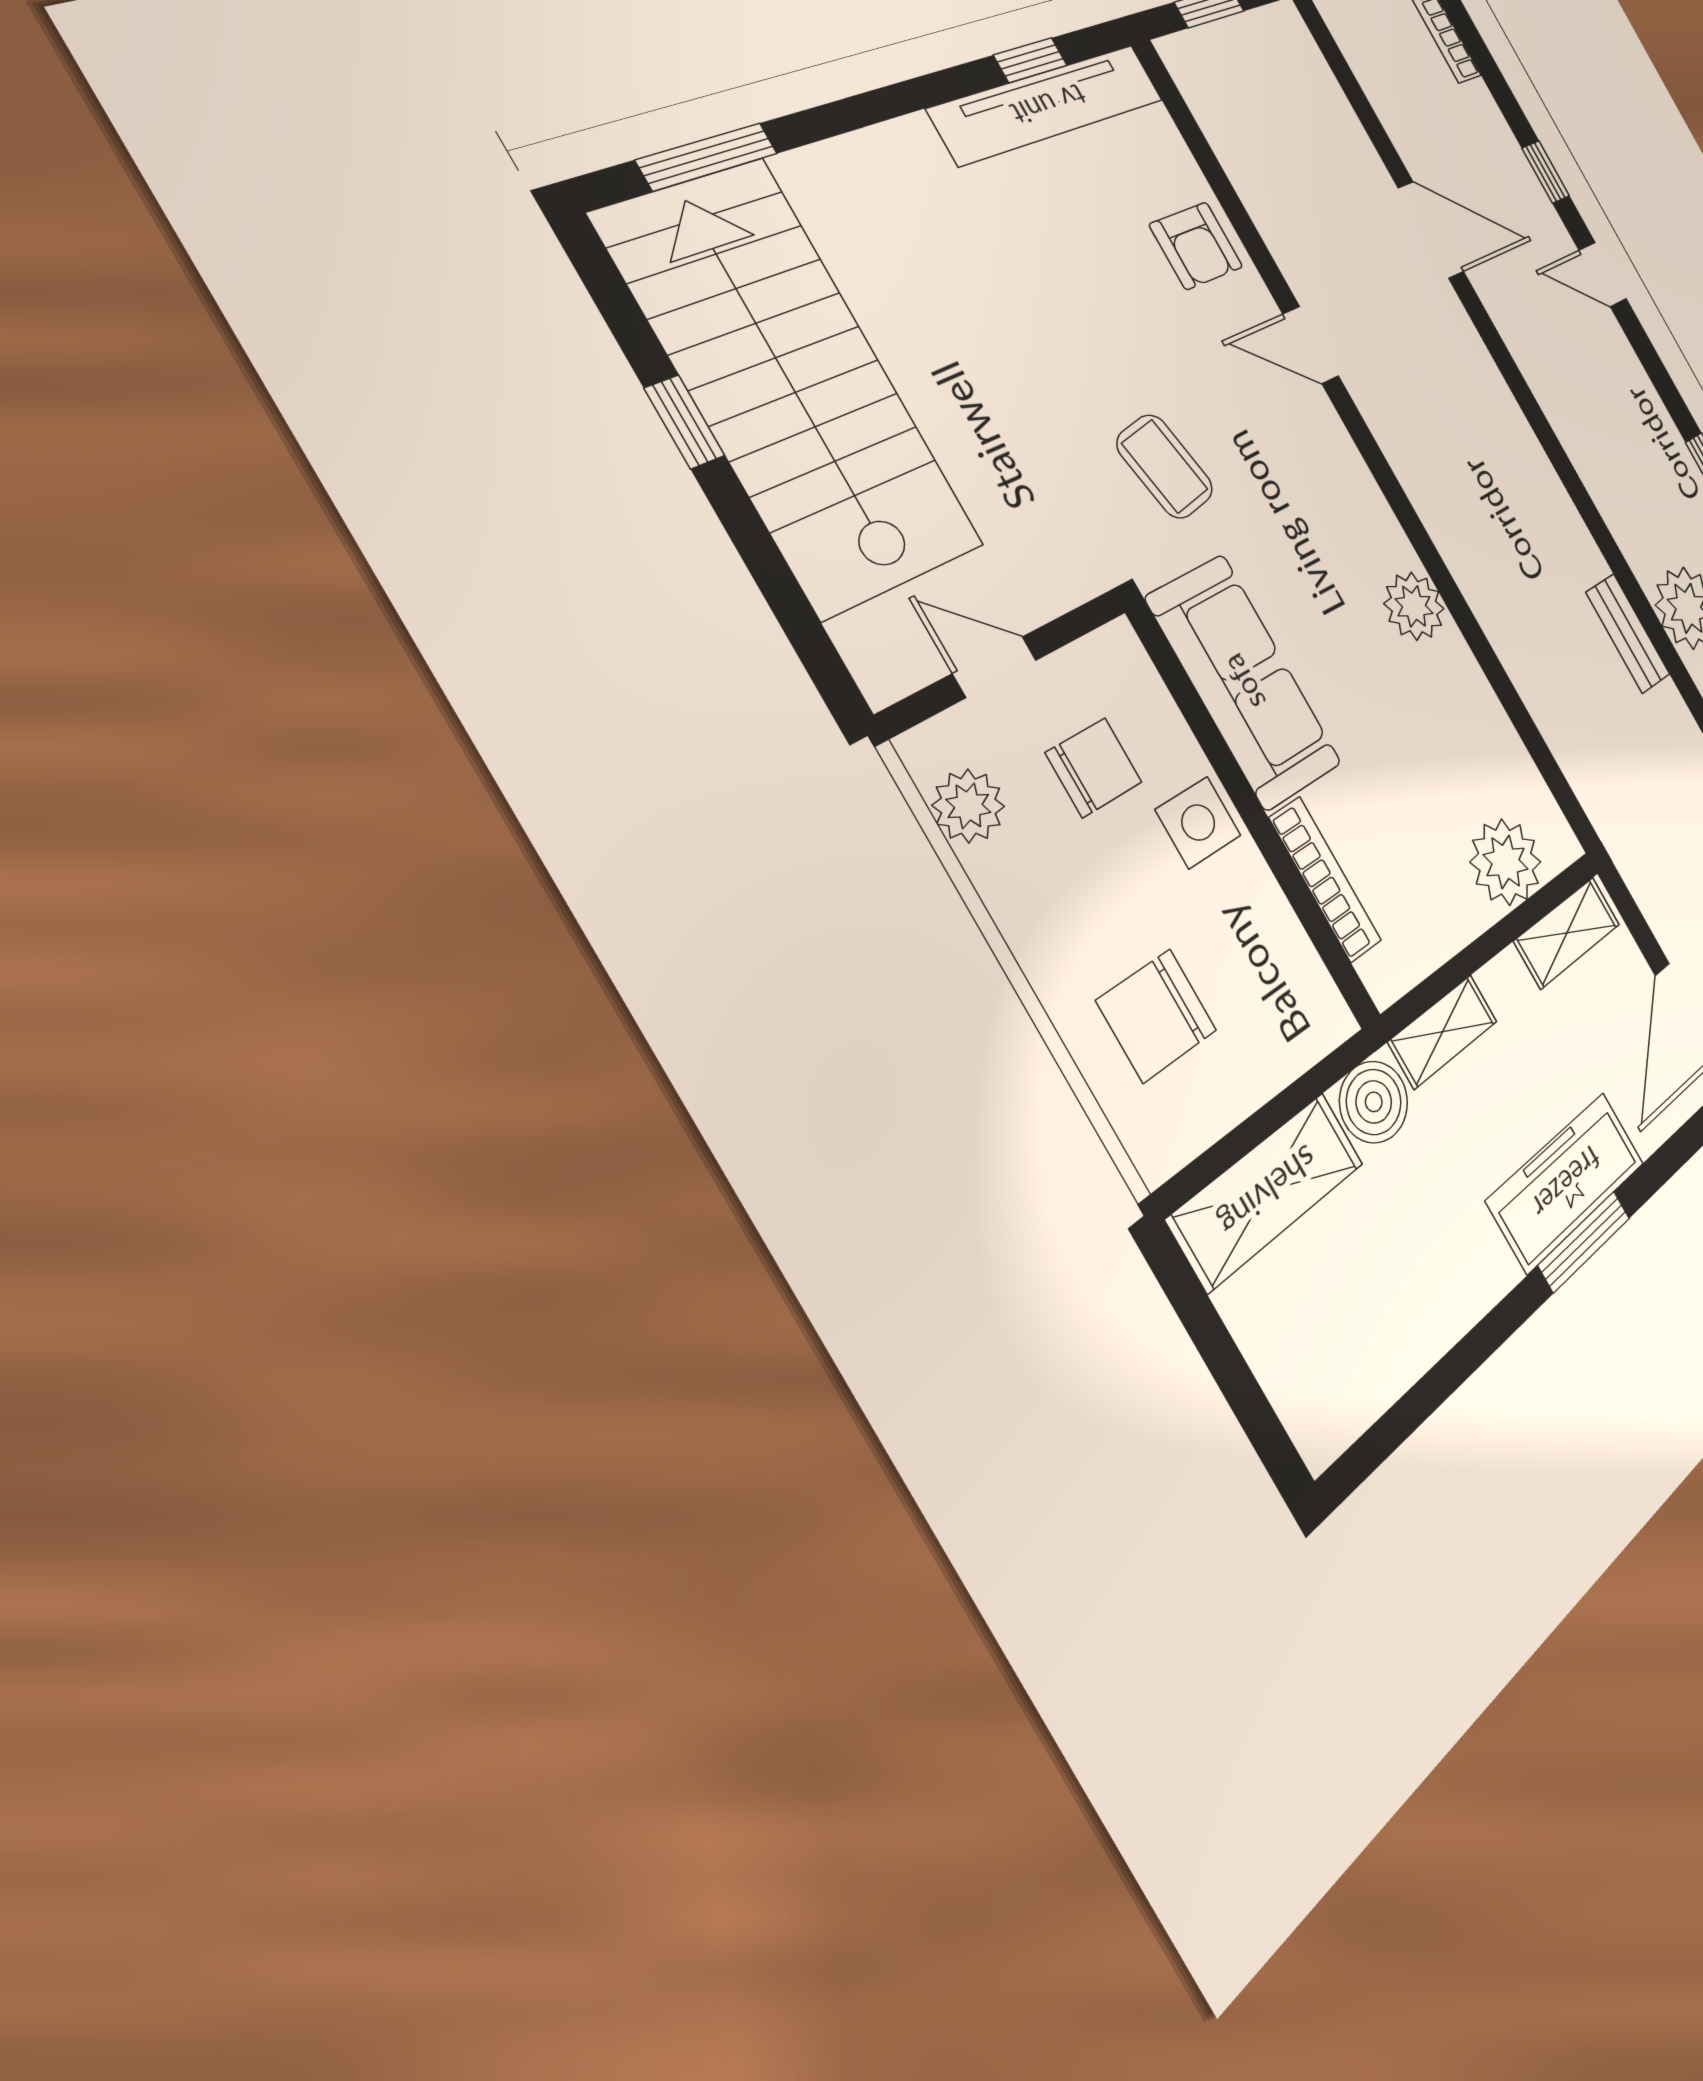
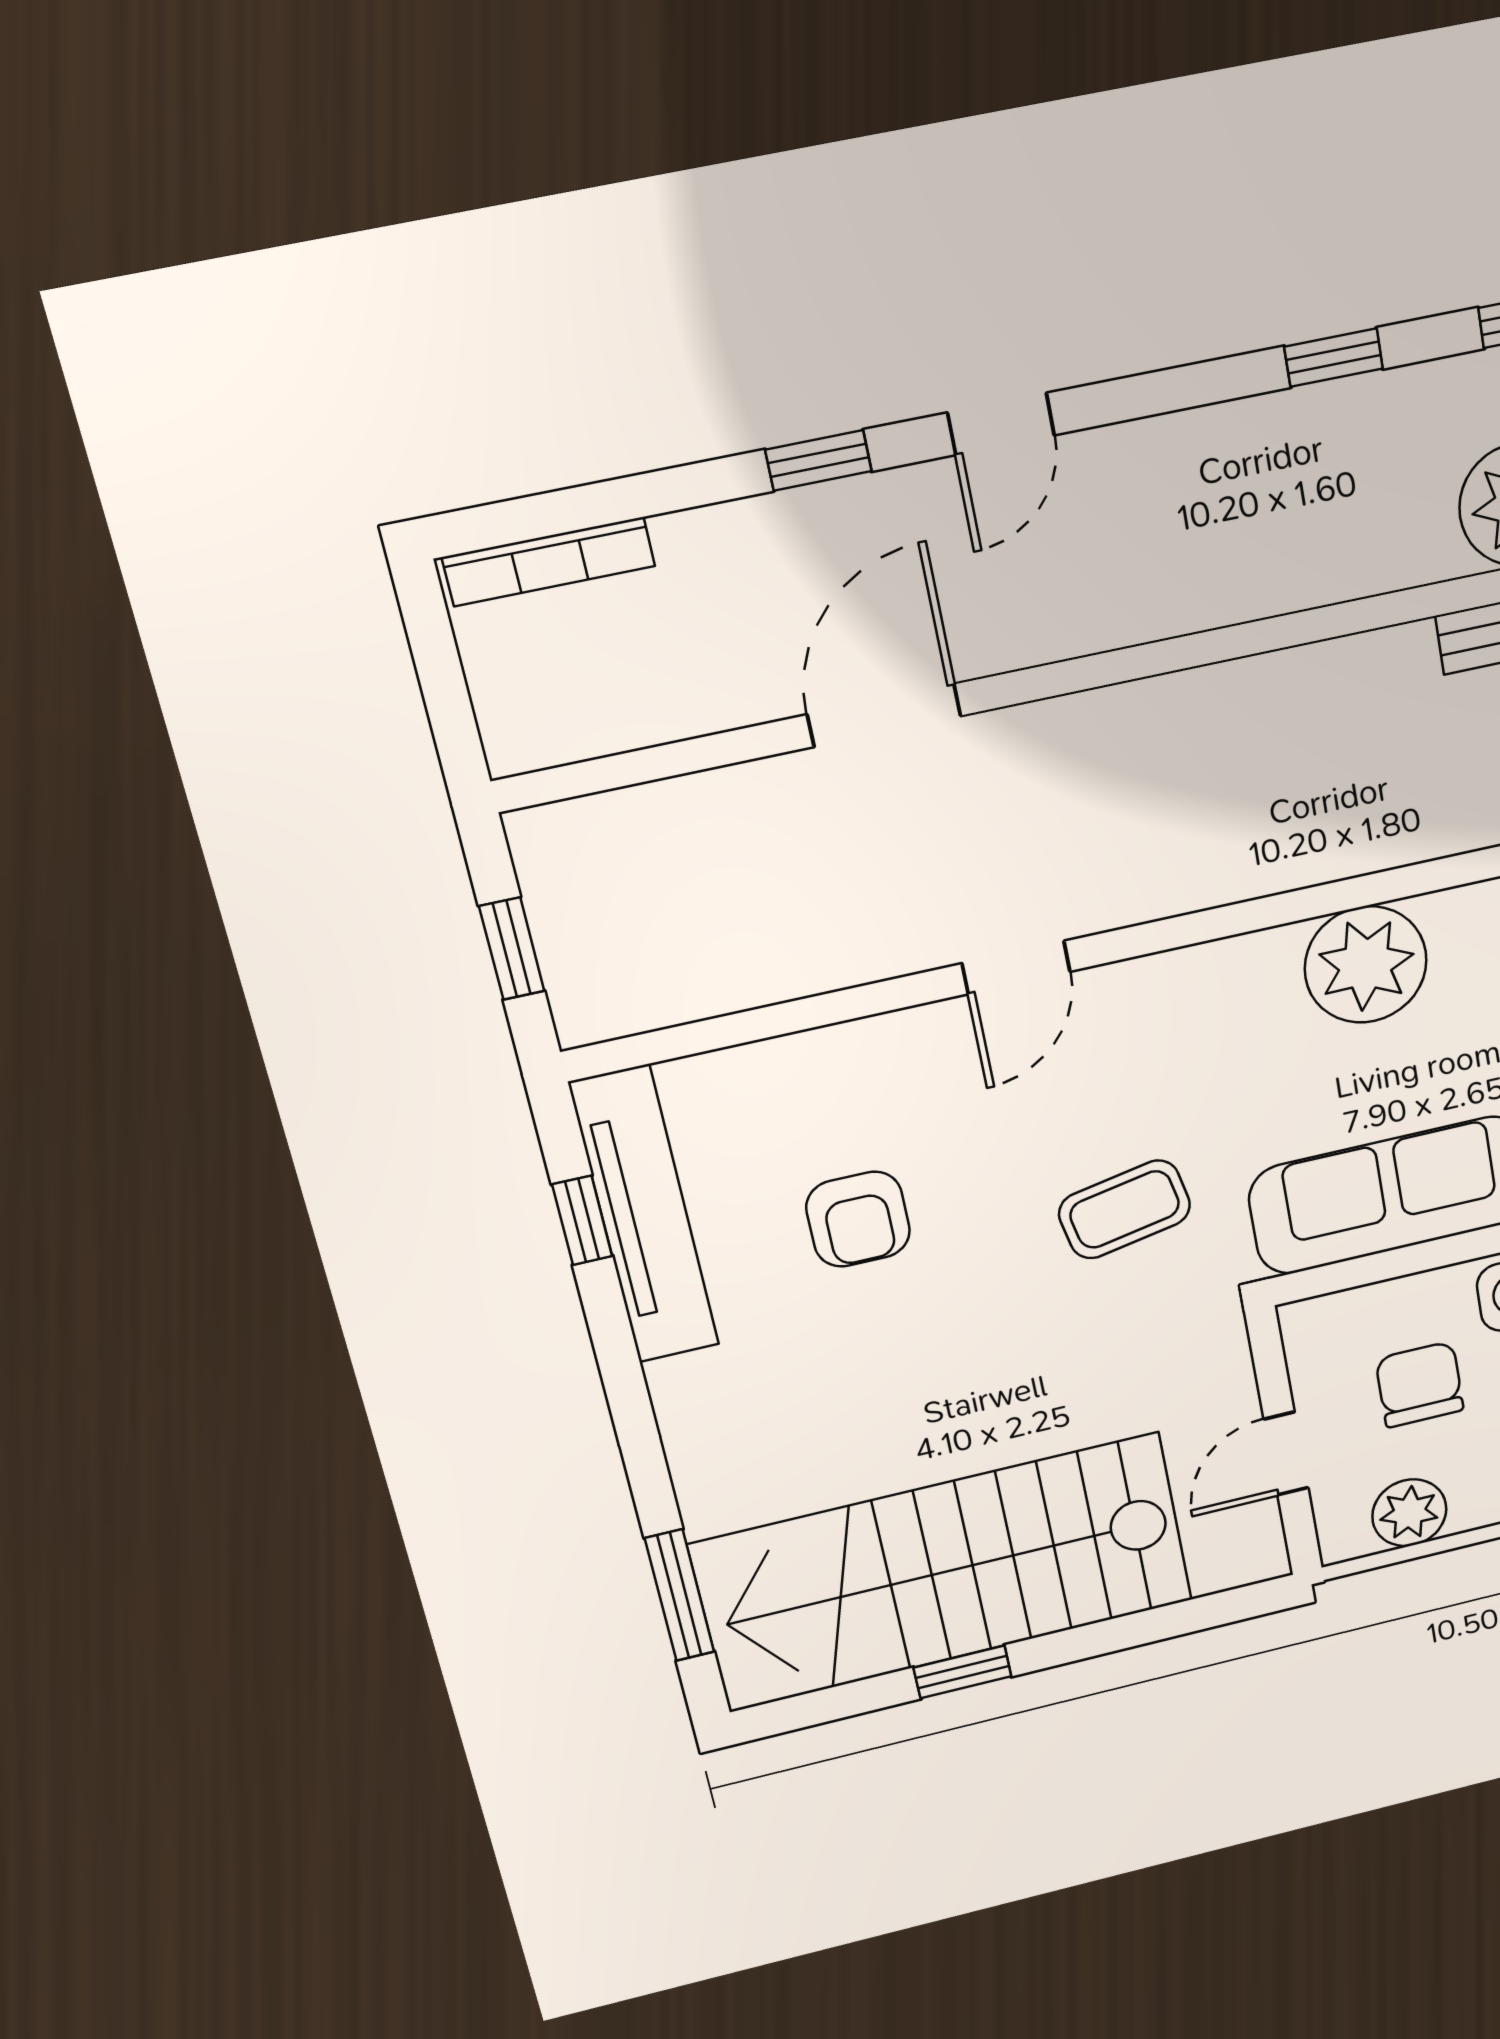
armchair: (1196, 246) -> (858, 1219), moved, turned 90
plant: (1414, 606) -> (1366, 965), width x1.36, depth x1.36

